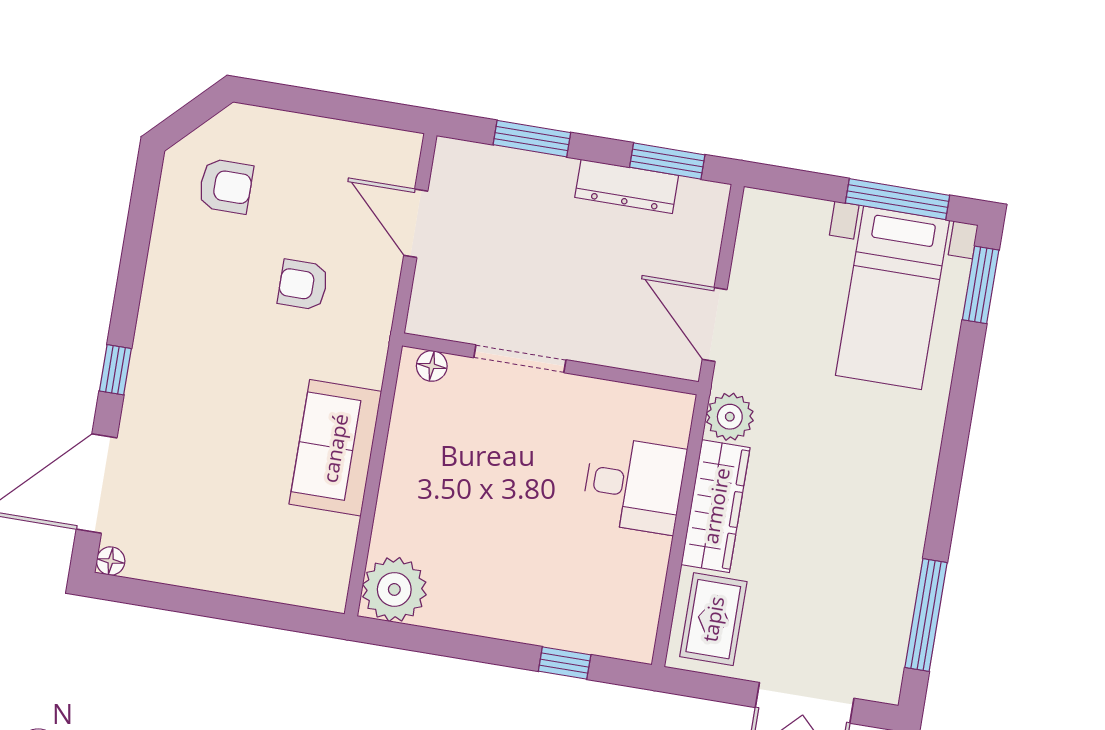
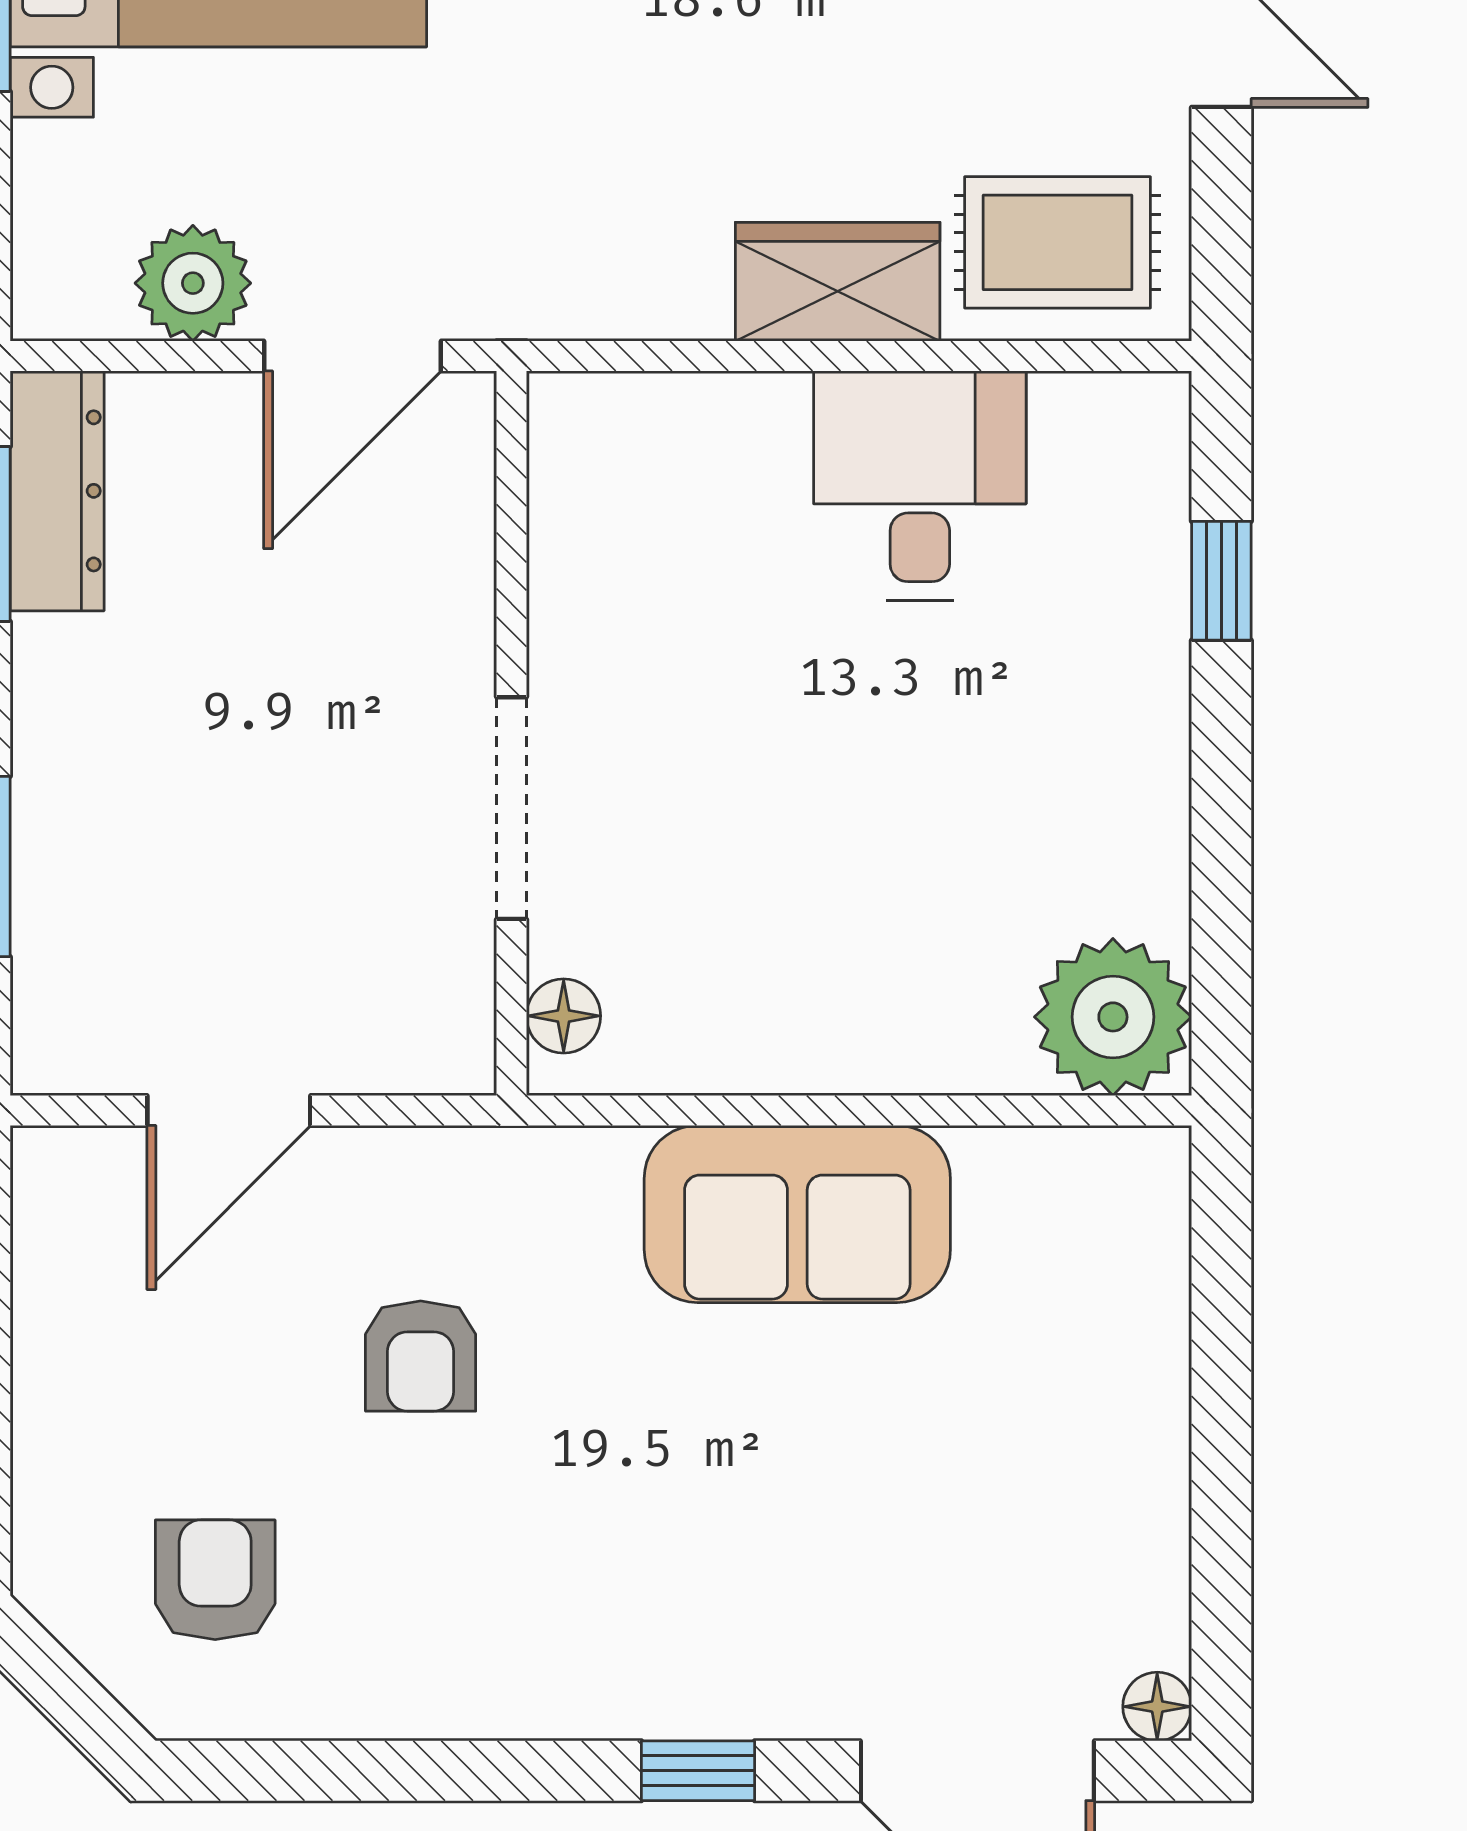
dresser: (627, 186) -> (57, 491), moved
plant: (730, 417) -> (193, 283), moved
desk: (634, 485) -> (920, 485), moved
wardrobe: (716, 506) -> (838, 282), width x0.67

